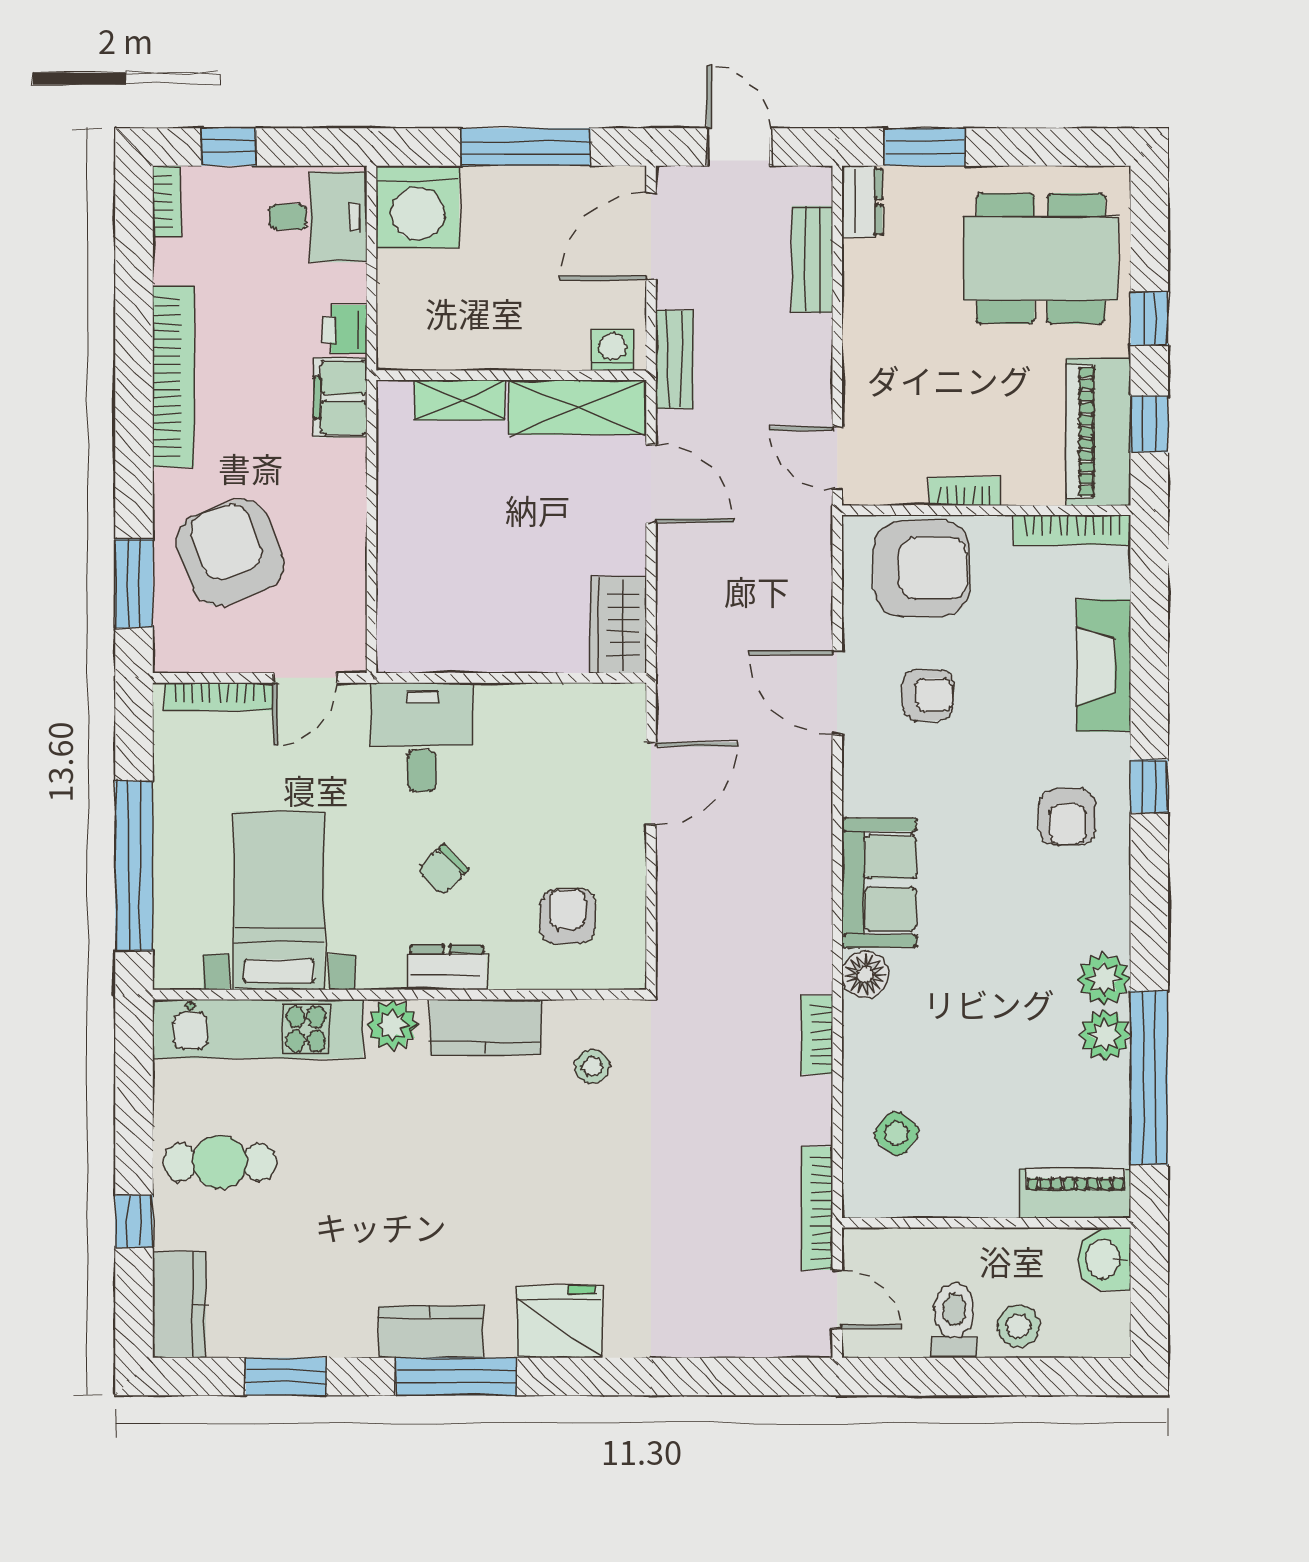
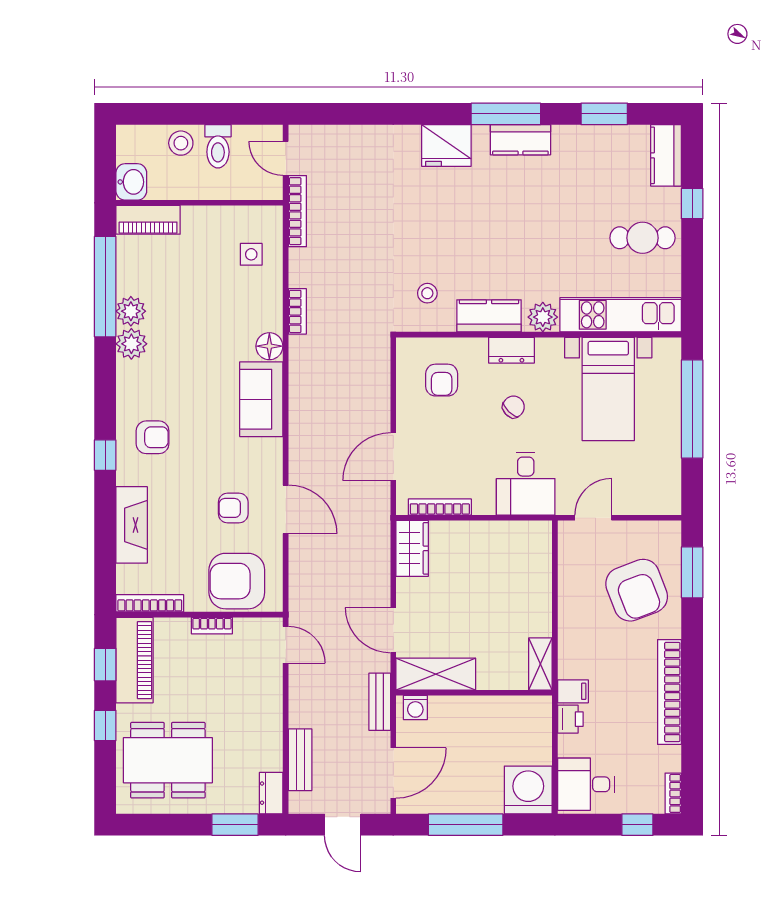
filing cabinet: (340, 398) -> (573, 691), width x0.50
shelving: (460, 400) -> (540, 664), moved, turned 90
bookcase: (219, 697) -> (440, 507), moved
armchair: (1067, 817) -> (153, 437), turned 90
side table: (897, 1134) -> (251, 254), turned -38

